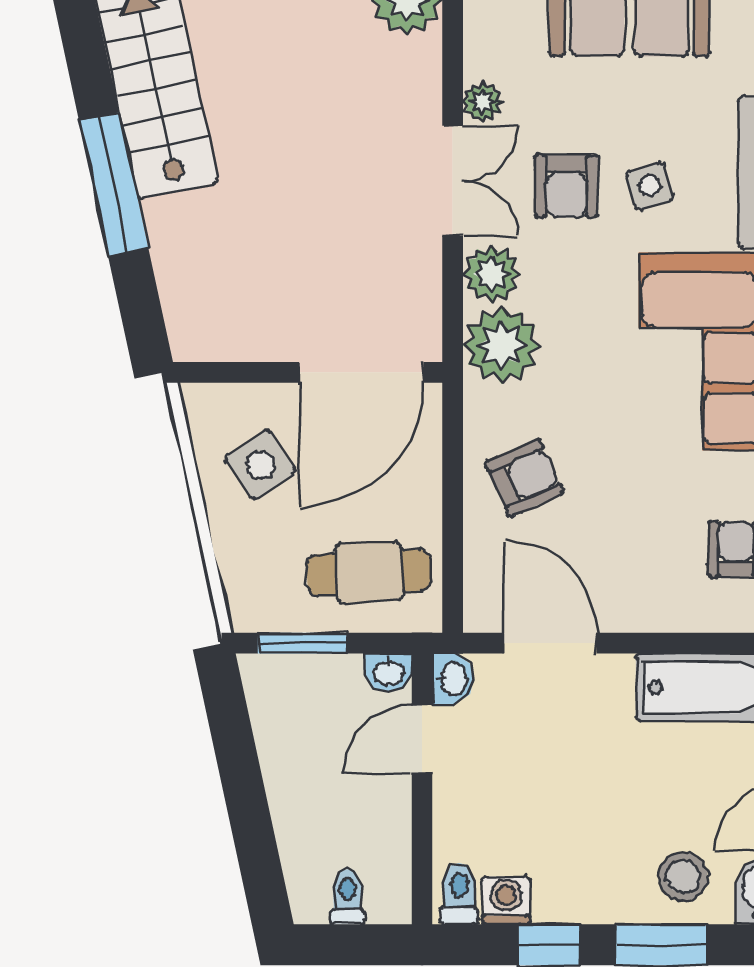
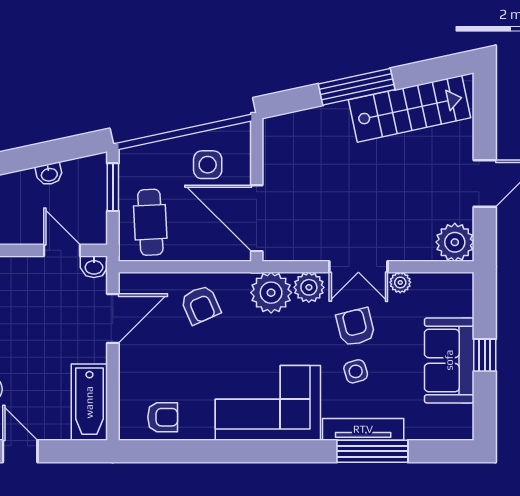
armchair: (566, 186) -> (356, 327), turned 76
side table: (261, 465) -> (208, 165), turned 34
washbasin: (388, 672) -> (49, 174), moved, turned -102

